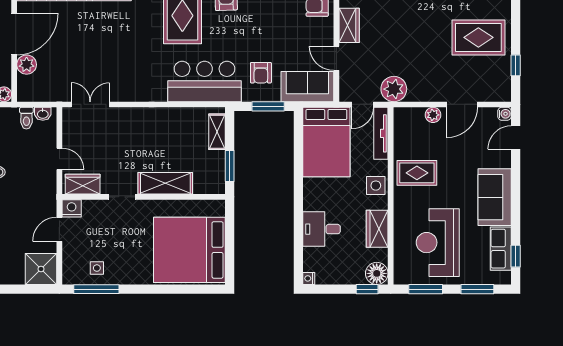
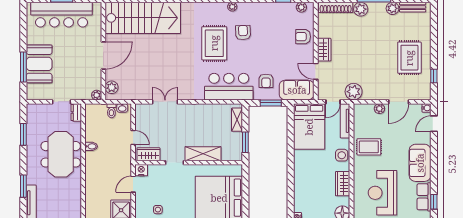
rug: (478, 37) -> (409, 58), turned 90
plant: (27, 65) -> (112, 87), moved
double door: (90, 104) -> (165, 102), moved
desk: (322, 229) -> (306, 184), removed

